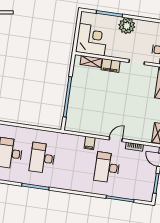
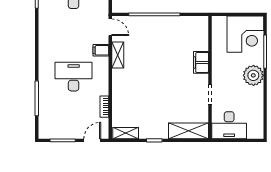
corner desk: (92, 40) -> (245, 34), moved
shelving: (91, 61) -> (118, 55), moved
door: (116, 139) -> (110, 27), moved

